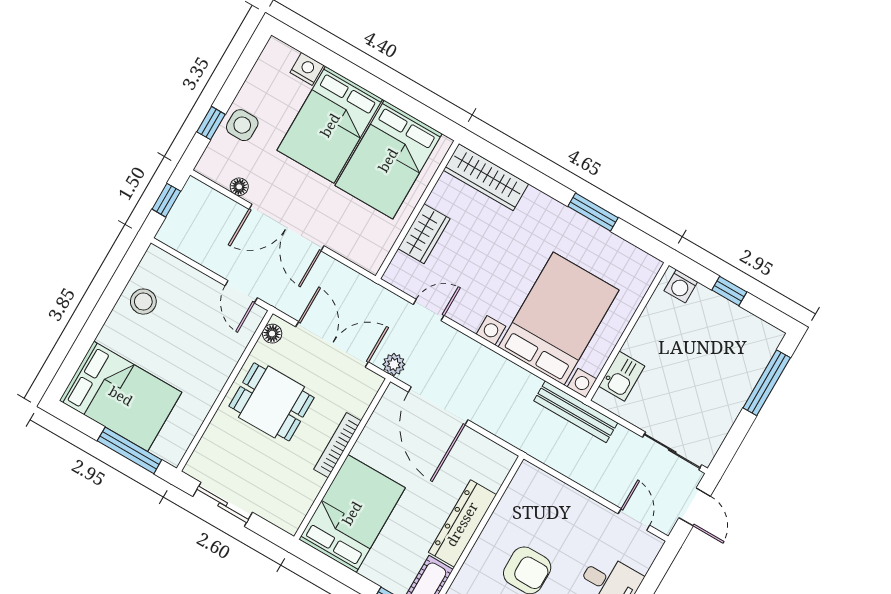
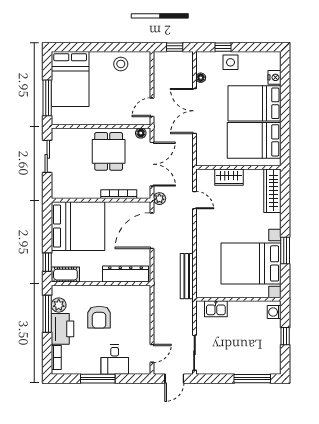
bed with nightstands: (559, 319) -> (251, 263), moved, turned 180
bench: (576, 412) -> (187, 276), moved
bookcase: (338, 445) -> (119, 194), moved
bed: (352, 513) -> (78, 226), width x1.36
dresser: (462, 524) -> (126, 274), moved

